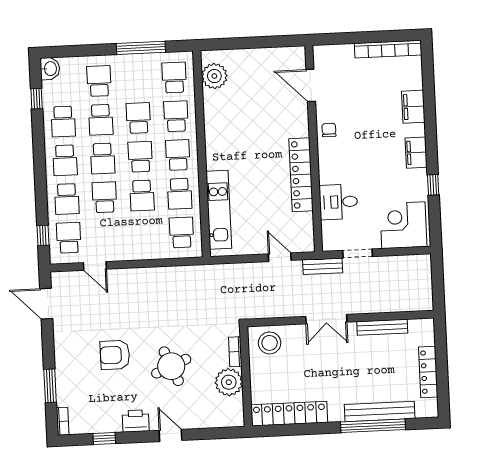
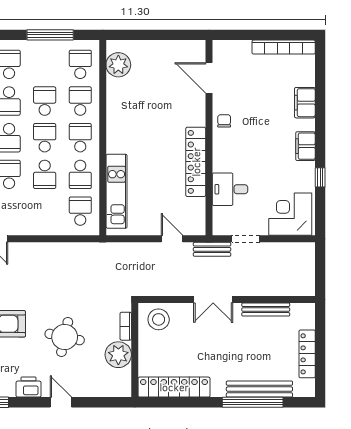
round table: (171, 366) -> (65, 337), turned 35

